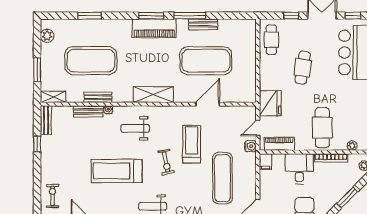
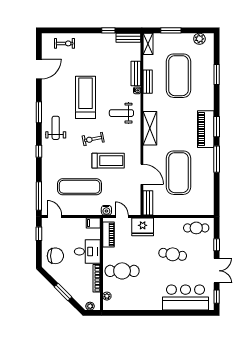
bench: (203, 24) -> (148, 203), moved
weight bench: (135, 128) -> (121, 113), turned -90

